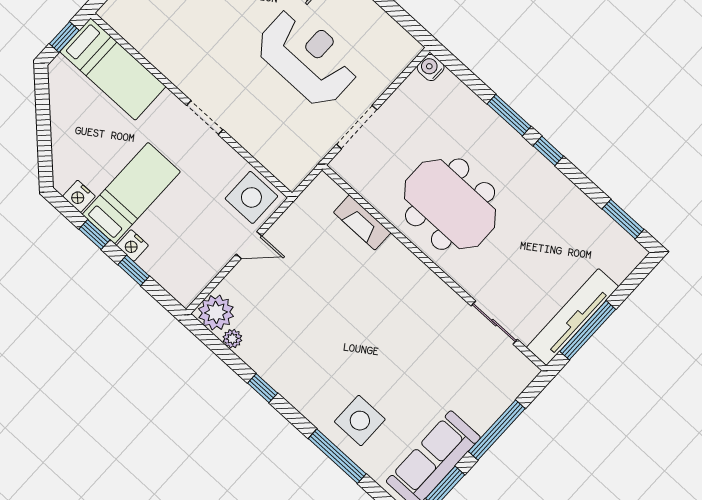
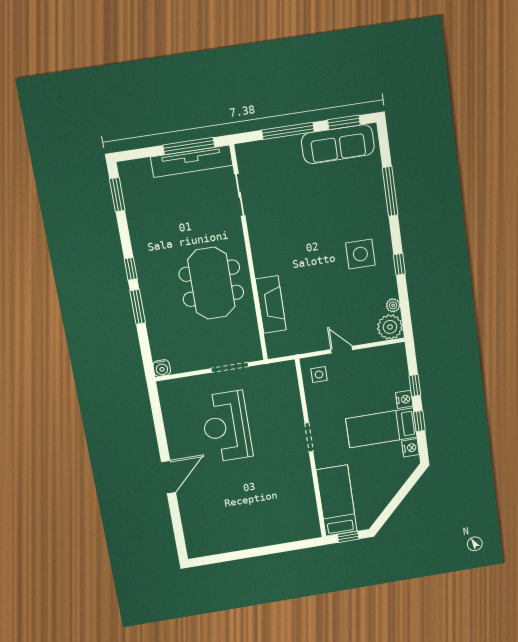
side table: (251, 197) -> (319, 375), width x0.54, depth x0.54
fireplace: (362, 223) -> (271, 305), width x1.37, depth x1.32
side table: (360, 421) -> (360, 254), moved

